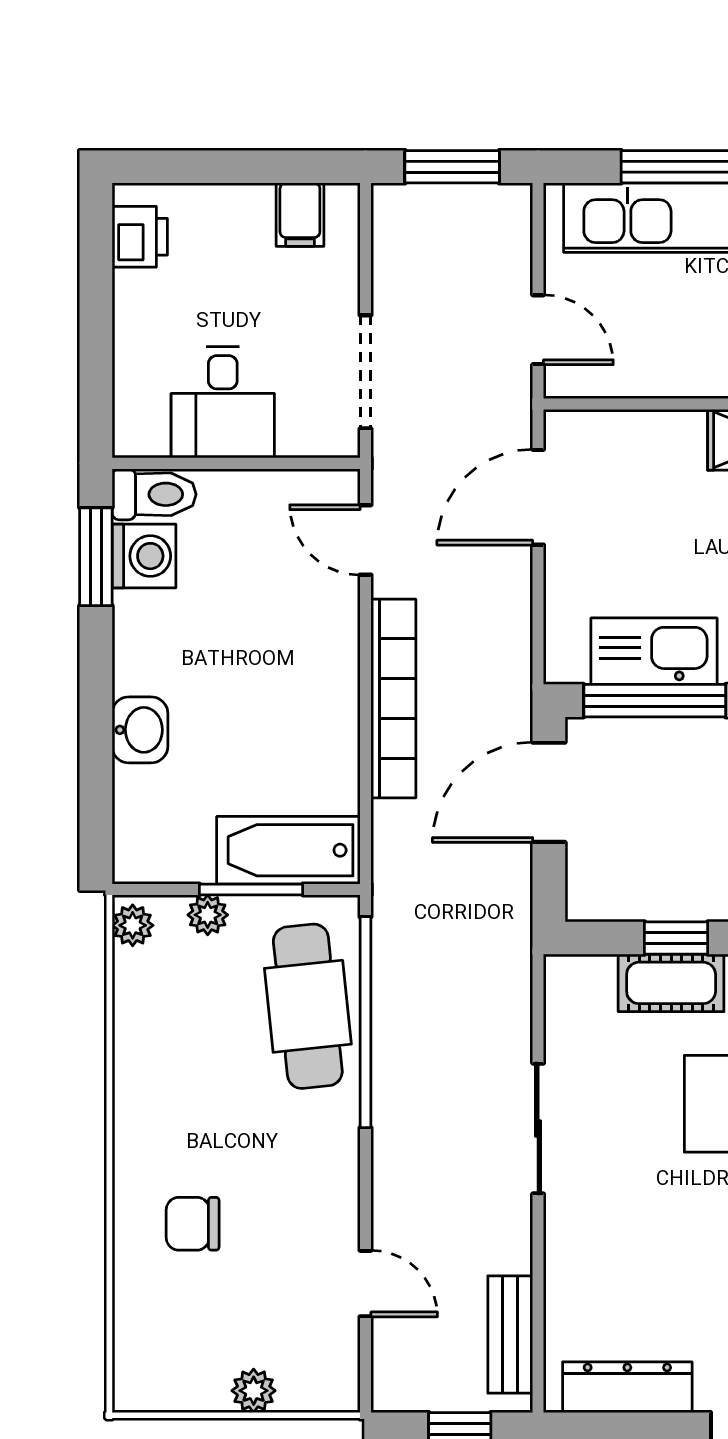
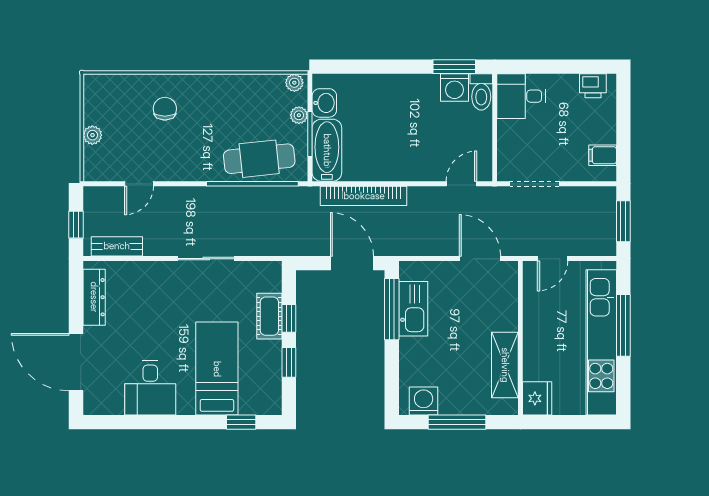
desk: (223, 402) -> (521, 96), moved
bookcase: (393, 699) -> (364, 196), moved
washbasin: (140, 730) -> (324, 103), moved, turned -90

